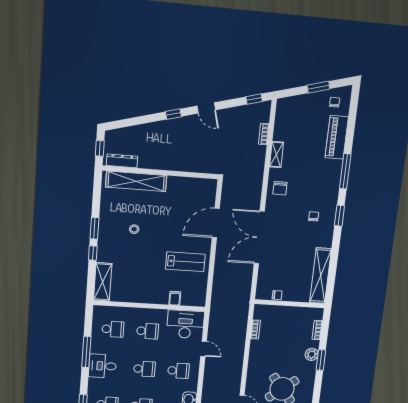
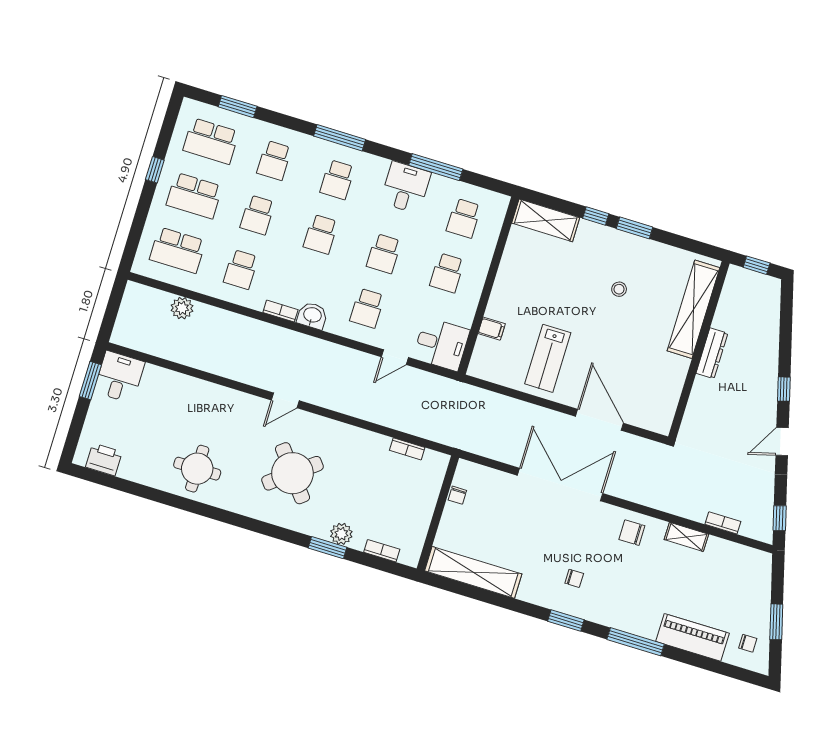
dresser: (122, 161) -> (712, 353), moved
desk: (185, 324) -> (441, 344), width x0.73

